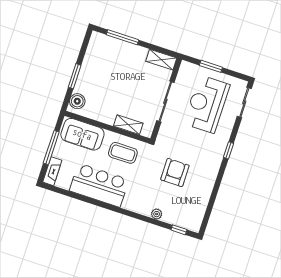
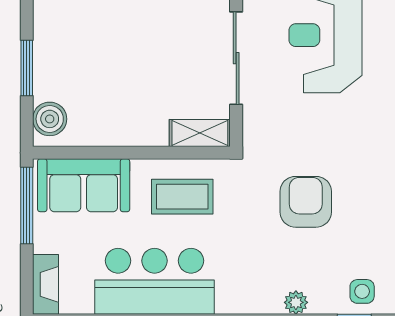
shelving: (128, 125) -> (200, 133), moved
window: (51, 147) -> (27, 206), moved
side table: (186, 219) -> (362, 291), added

